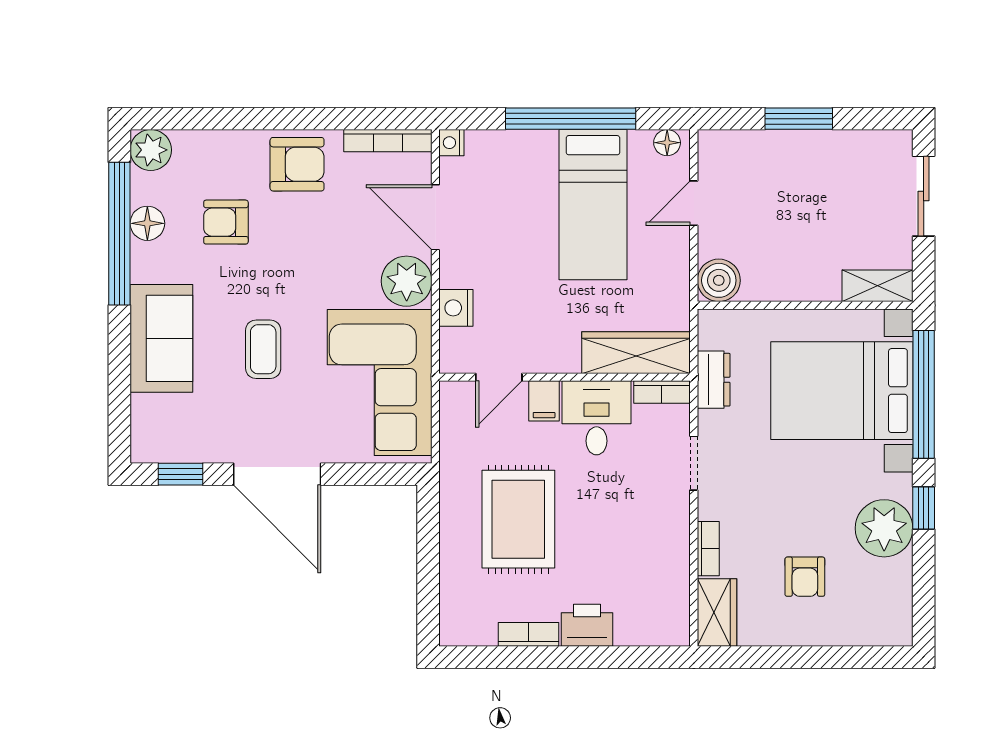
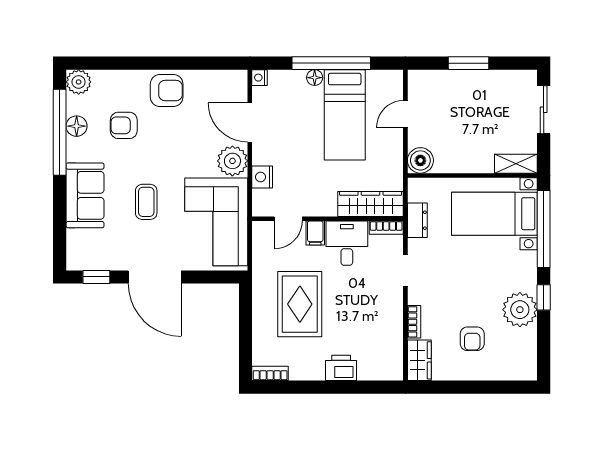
bookcase: (388, 141) -> (221, 76), removed
floor lamp: (667, 143) -> (315, 78), moved
bed with nightstands: (842, 391) -> (494, 214), width x0.73
bookcase: (528, 634) -> (270, 373), moved

